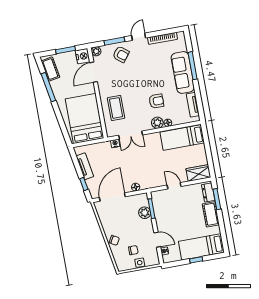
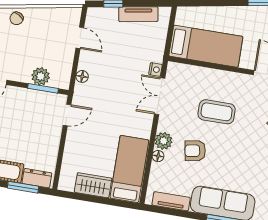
armchair: (156, 101) -> (195, 151), turned 80
coffee table: (116, 108) -> (217, 112), moved
bed: (85, 118) -> (206, 46), width x0.67
wardrobe: (198, 173) -> (93, 185), moved, turned -90
door: (174, 186) -> (67, 115), moved
door: (112, 197) -> (80, 38), width x0.53

